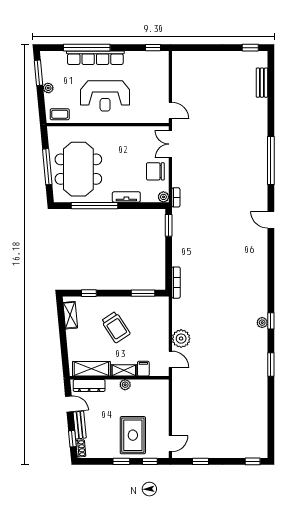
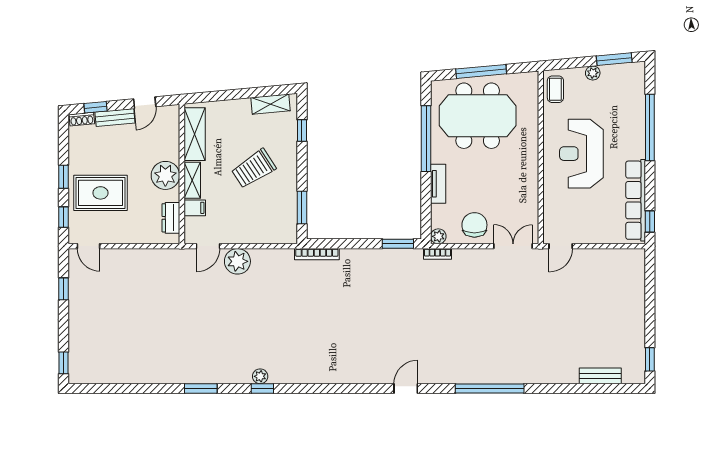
row of seats: (95, 58) -> (636, 200), moved
plant: (125, 385) -> (165, 175), width x1.87, depth x1.87
dresser: (89, 386) -> (171, 218), moved, width x0.70

